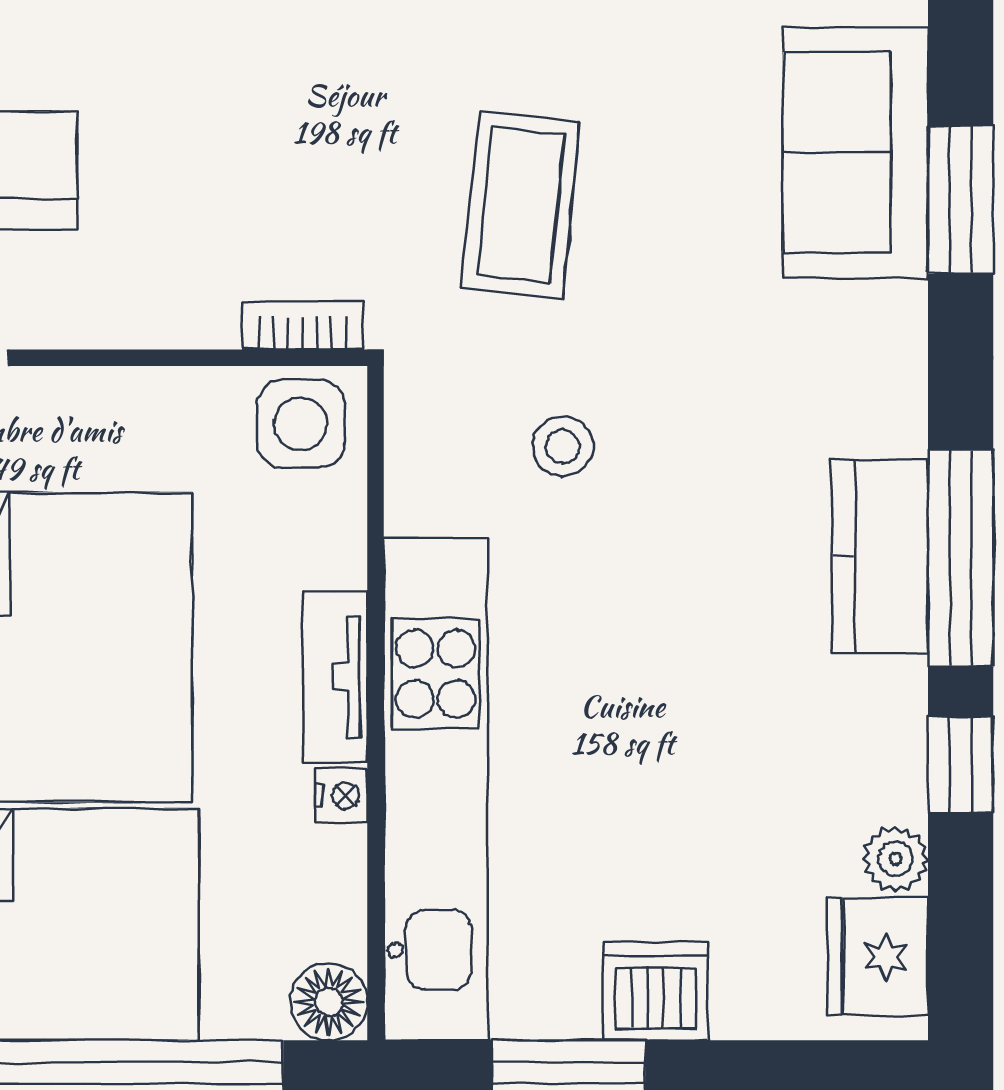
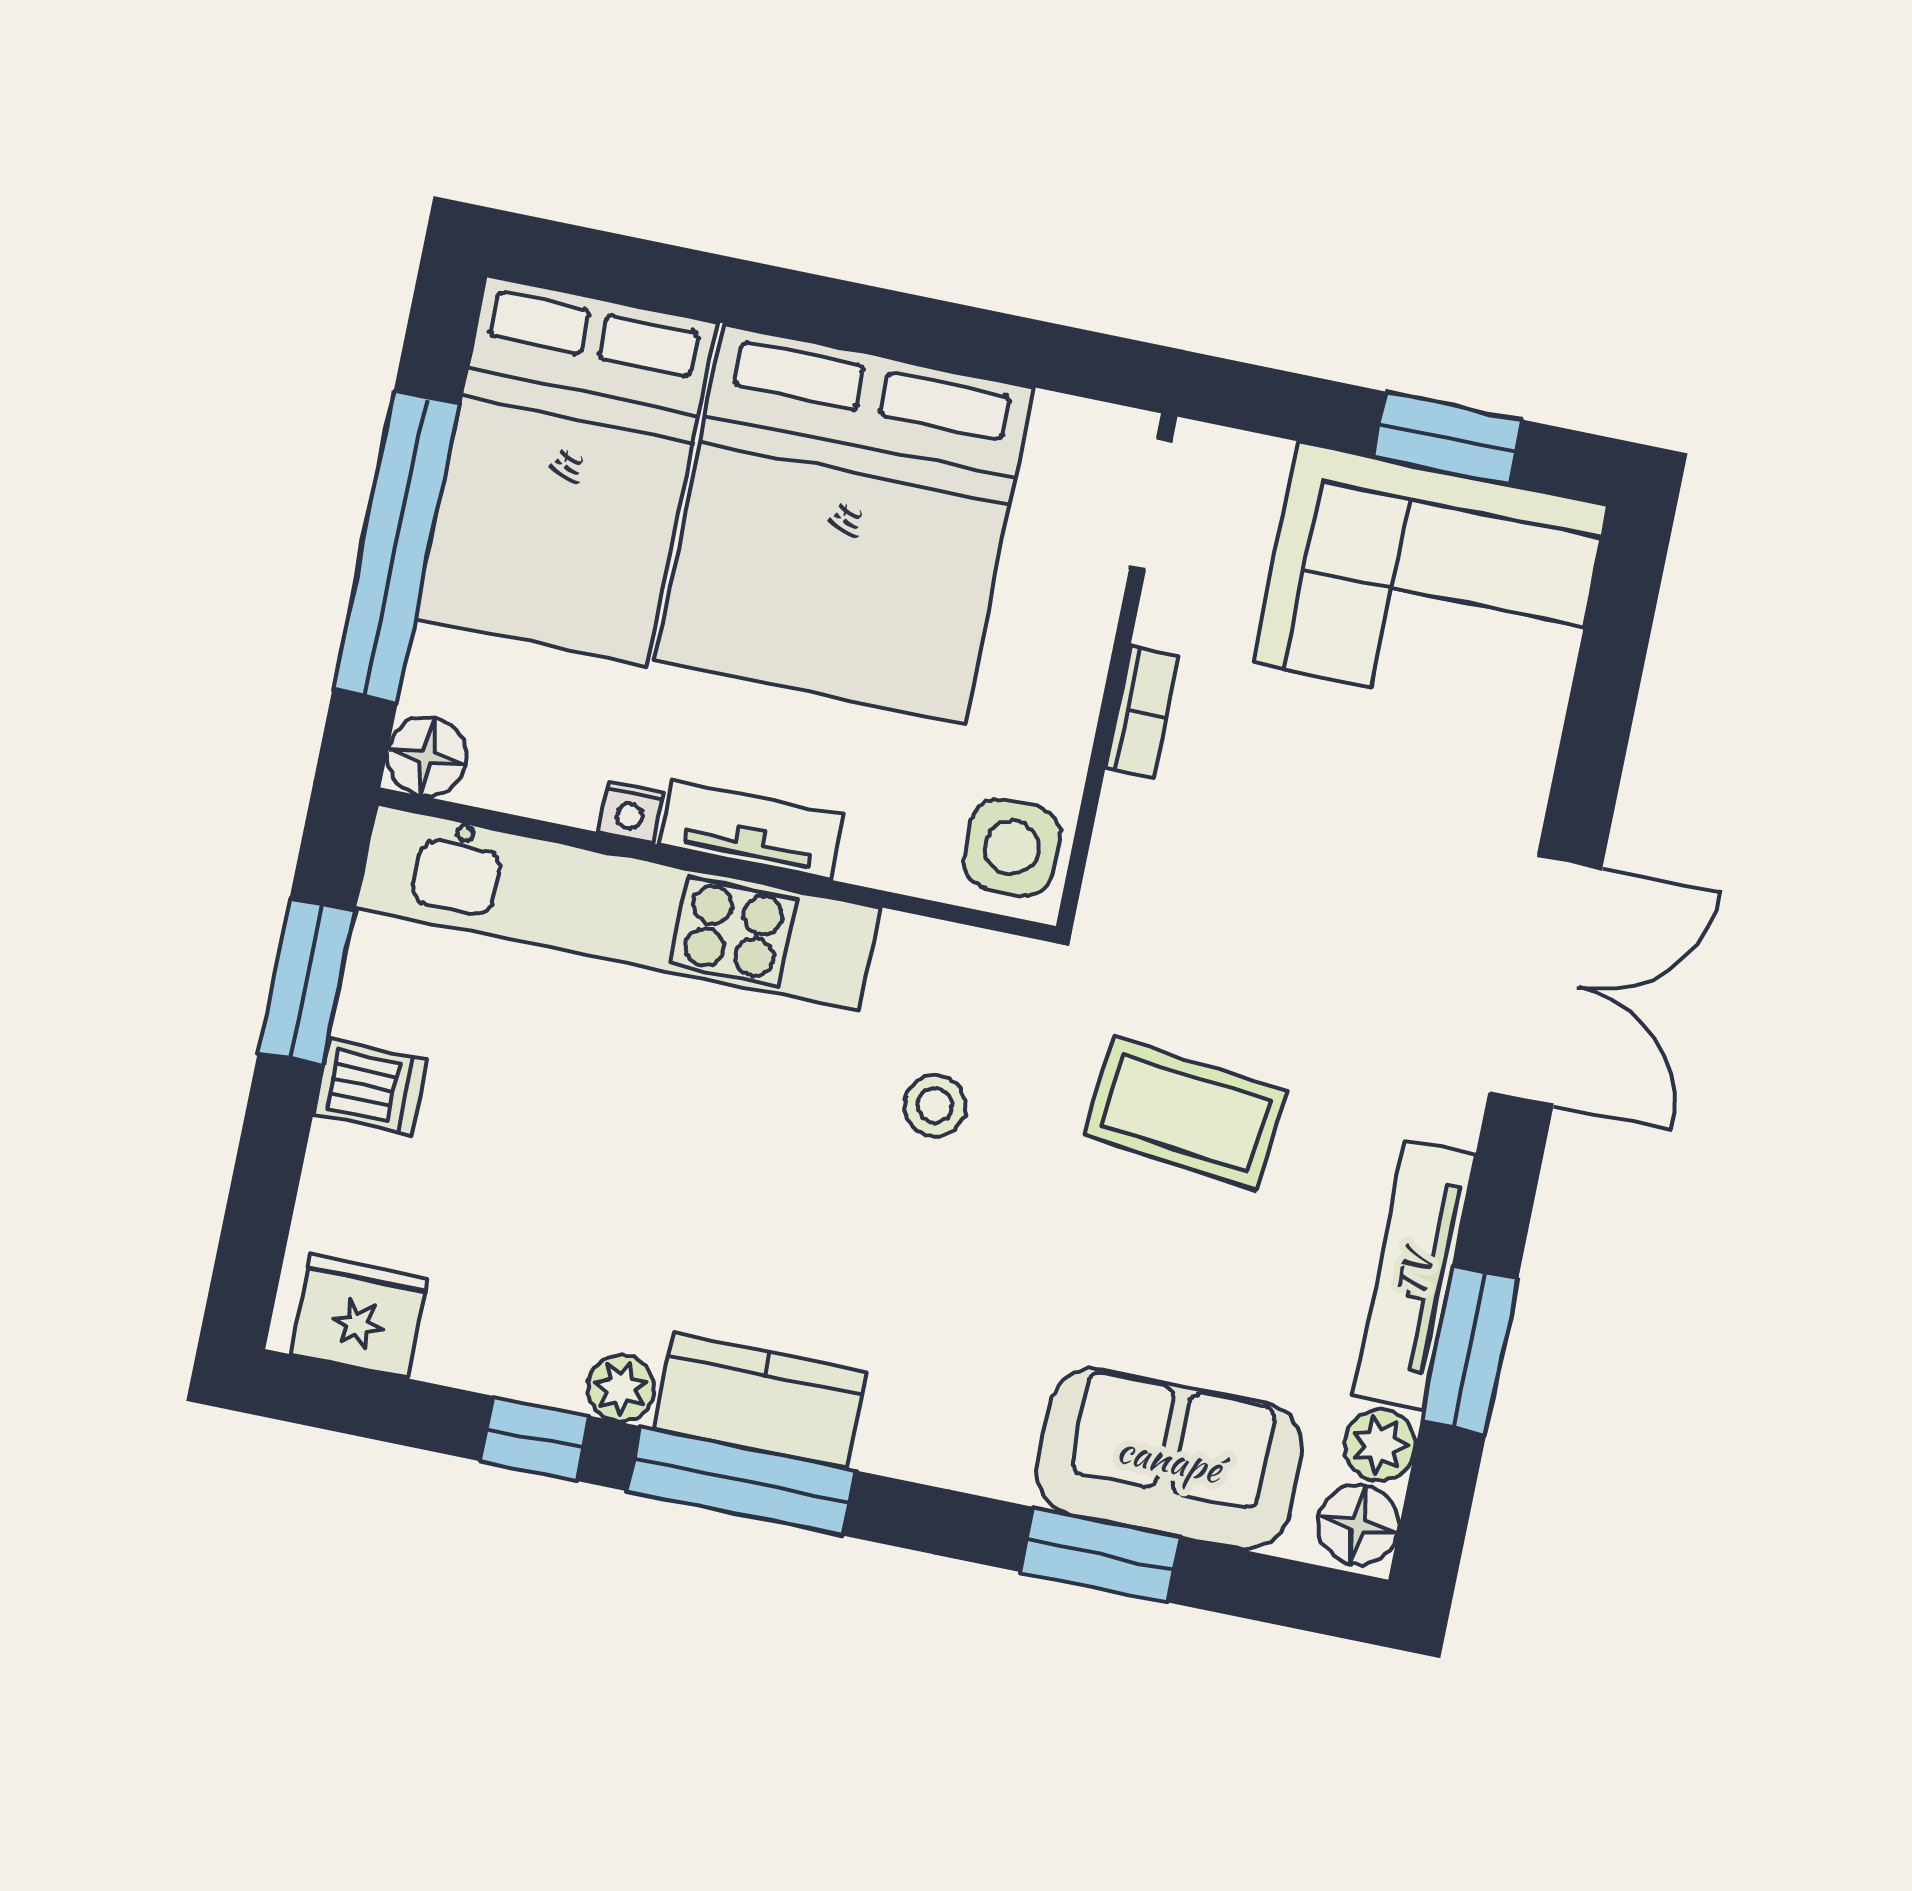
bookcase: (303, 325) -> (1142, 712), moved
plant: (895, 859) -> (621, 1388), moved
dishwasher: (656, 991) -> (370, 1086), width x0.73

